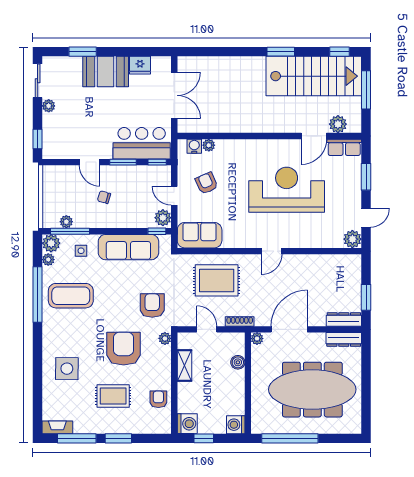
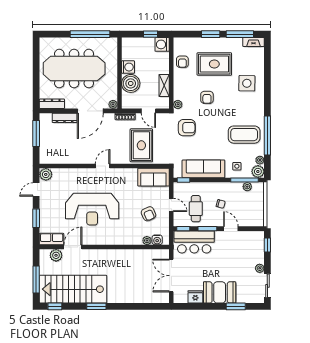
cafe table: (139, 191) -> (196, 209), added
plant: (163, 218) -> (179, 189), removed
rug: (217, 280) -> (141, 145), turned 90
window: (366, 297) -> (36, 133), width x1.44
armchair: (152, 306) -> (187, 128), turned -90
dresser: (344, 319) -> (65, 118), moved
armchair: (123, 349) -> (207, 97), width x0.53, depth x0.53
boiler: (238, 362) -> (131, 83), width x1.86, depth x1.86
rug: (113, 396) -> (214, 64), width x1.36, depth x1.43
washing machine: (236, 425) -> (128, 67), moved

